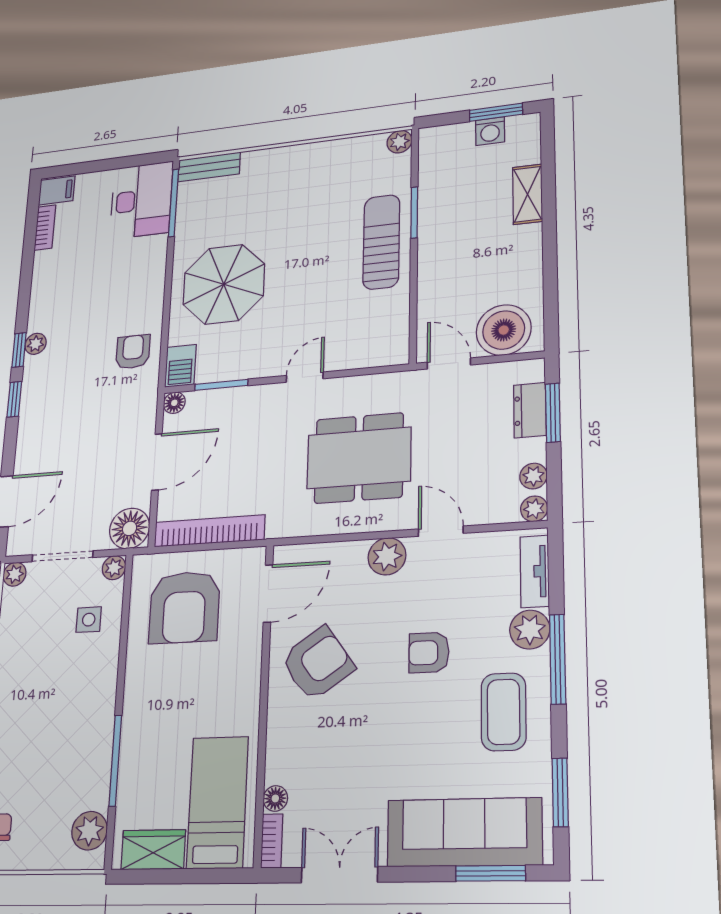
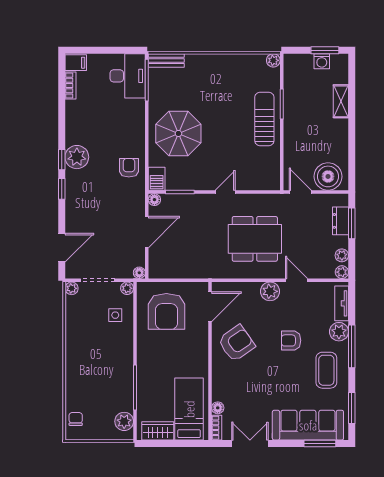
plant: (36, 344) -> (77, 157), width x1.87, depth x1.87
floor lamp: (130, 528) -> (139, 273), width x0.53, depth x0.53
bookcase: (209, 531) -> (178, 272), removed

